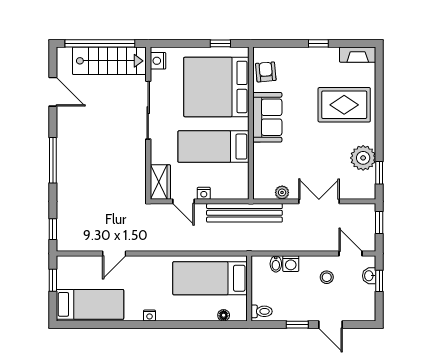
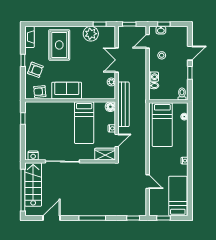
armchair: (302, 65) -> (35, 70), added
bed: (216, 87) -> (49, 121), removed
floor lamp: (240, 191) -> (110, 107), added

